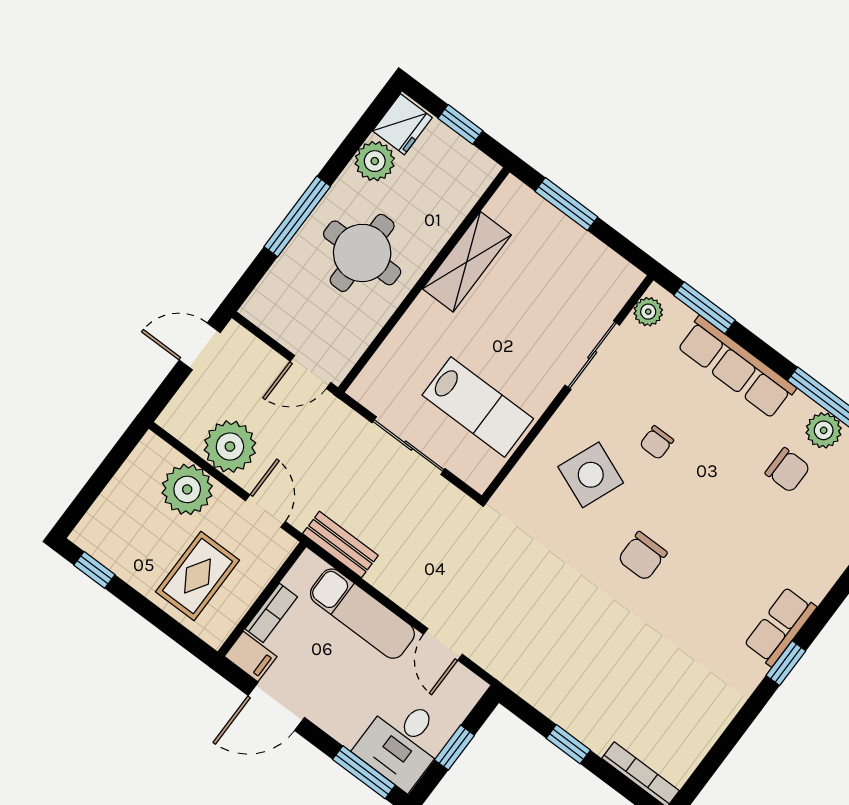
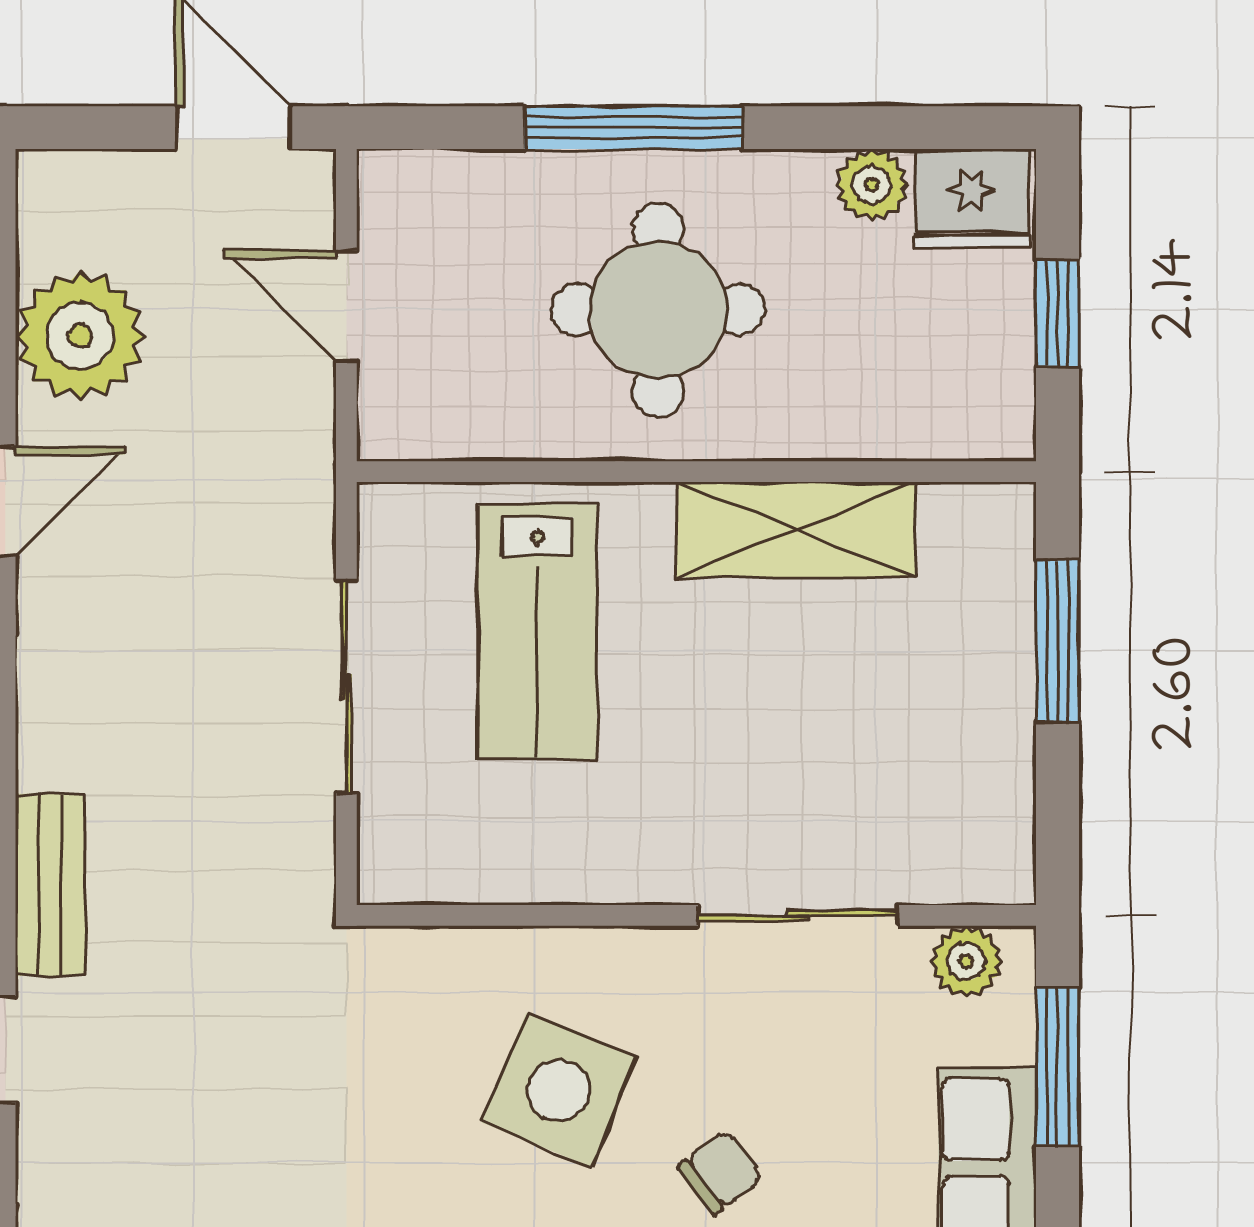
plant: (375, 161) -> (872, 185), width x0.73, depth x0.73
door: (310, 372) -> (346, 306), moved
lab bench: (478, 407) -> (537, 632), moved
chair: (657, 443) -> (720, 1172), turned 143
bench: (340, 545) -> (50, 885), moved

